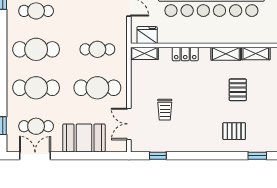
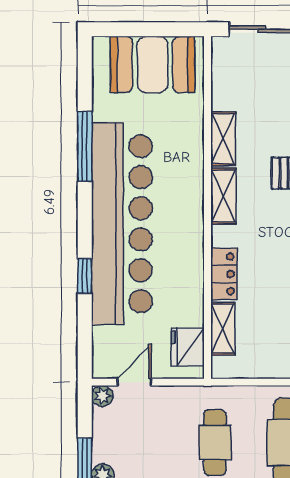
shelving: (144, 53) -> (223, 329), moved

